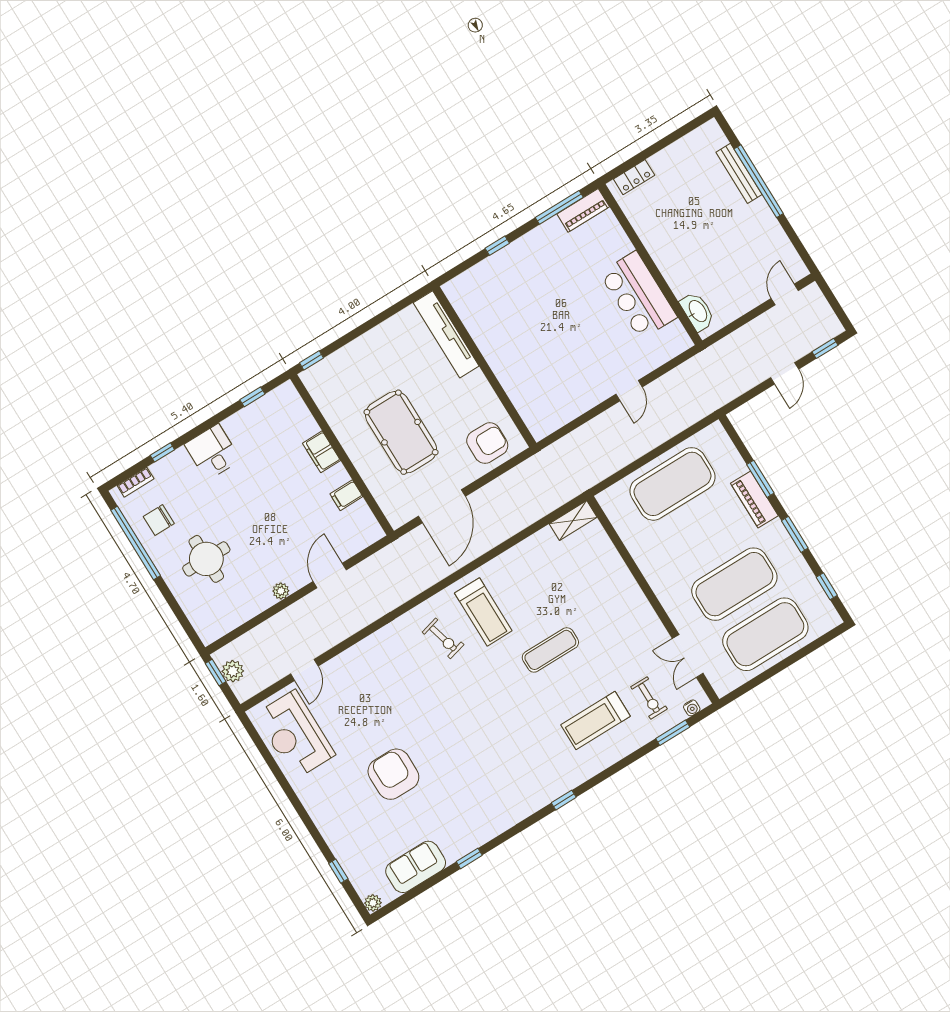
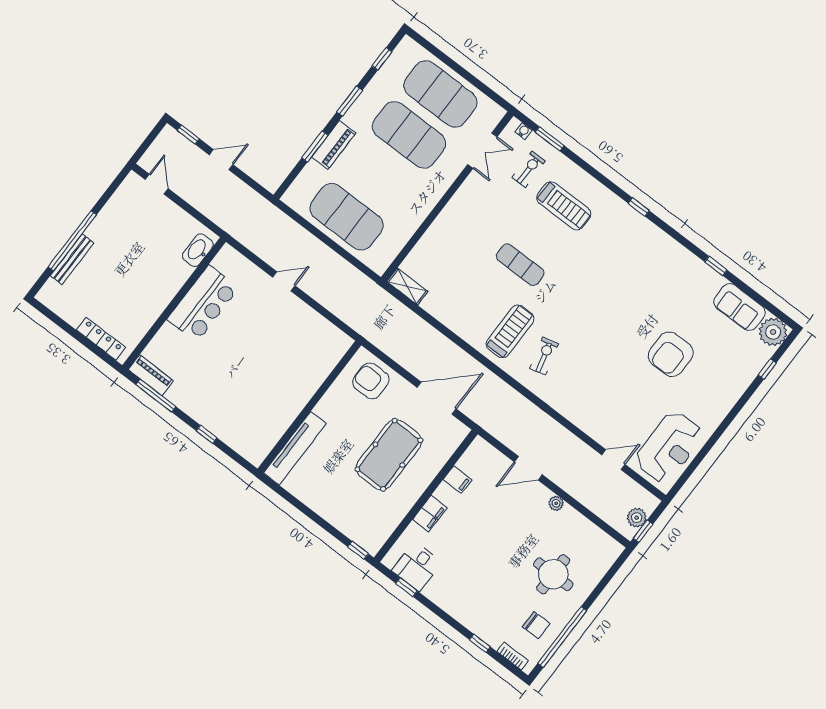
locker: (634, 177) -> (101, 339), width x1.53
door: (785, 294) -> (157, 184), swing flipped
desk: (213, 452) -> (417, 566), moved
plant: (373, 903) -> (773, 332), width x1.87, depth x1.87

